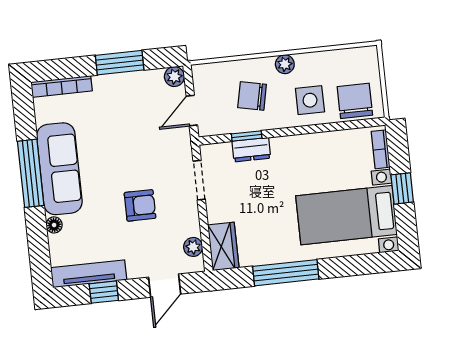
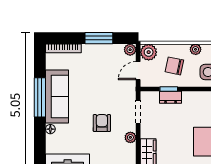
plant: (206, 77) -> (149, 52), added
armchair: (140, 205) -> (102, 123), turned -90
plant: (193, 247) -> (130, 137), moved

